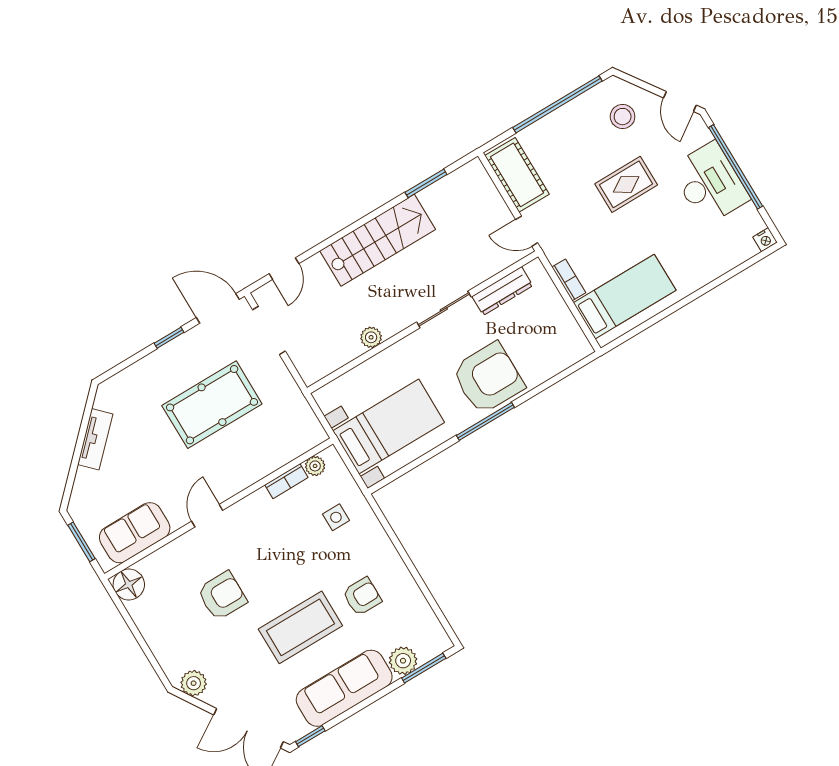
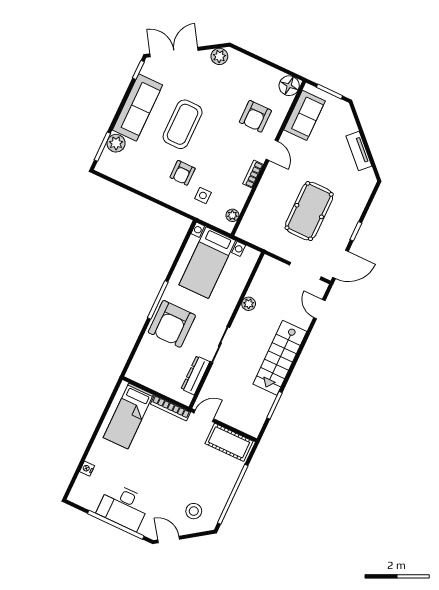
rug: (626, 184) -> (168, 476), removed
nightstand: (765, 240) -> (87, 469), moved
bookcase: (569, 280) -> (170, 408), width x1.56
bookcase: (286, 481) -> (253, 174), moved
armchair: (222, 596) -> (255, 116), moved
armchair: (362, 596) -> (183, 173), moved

